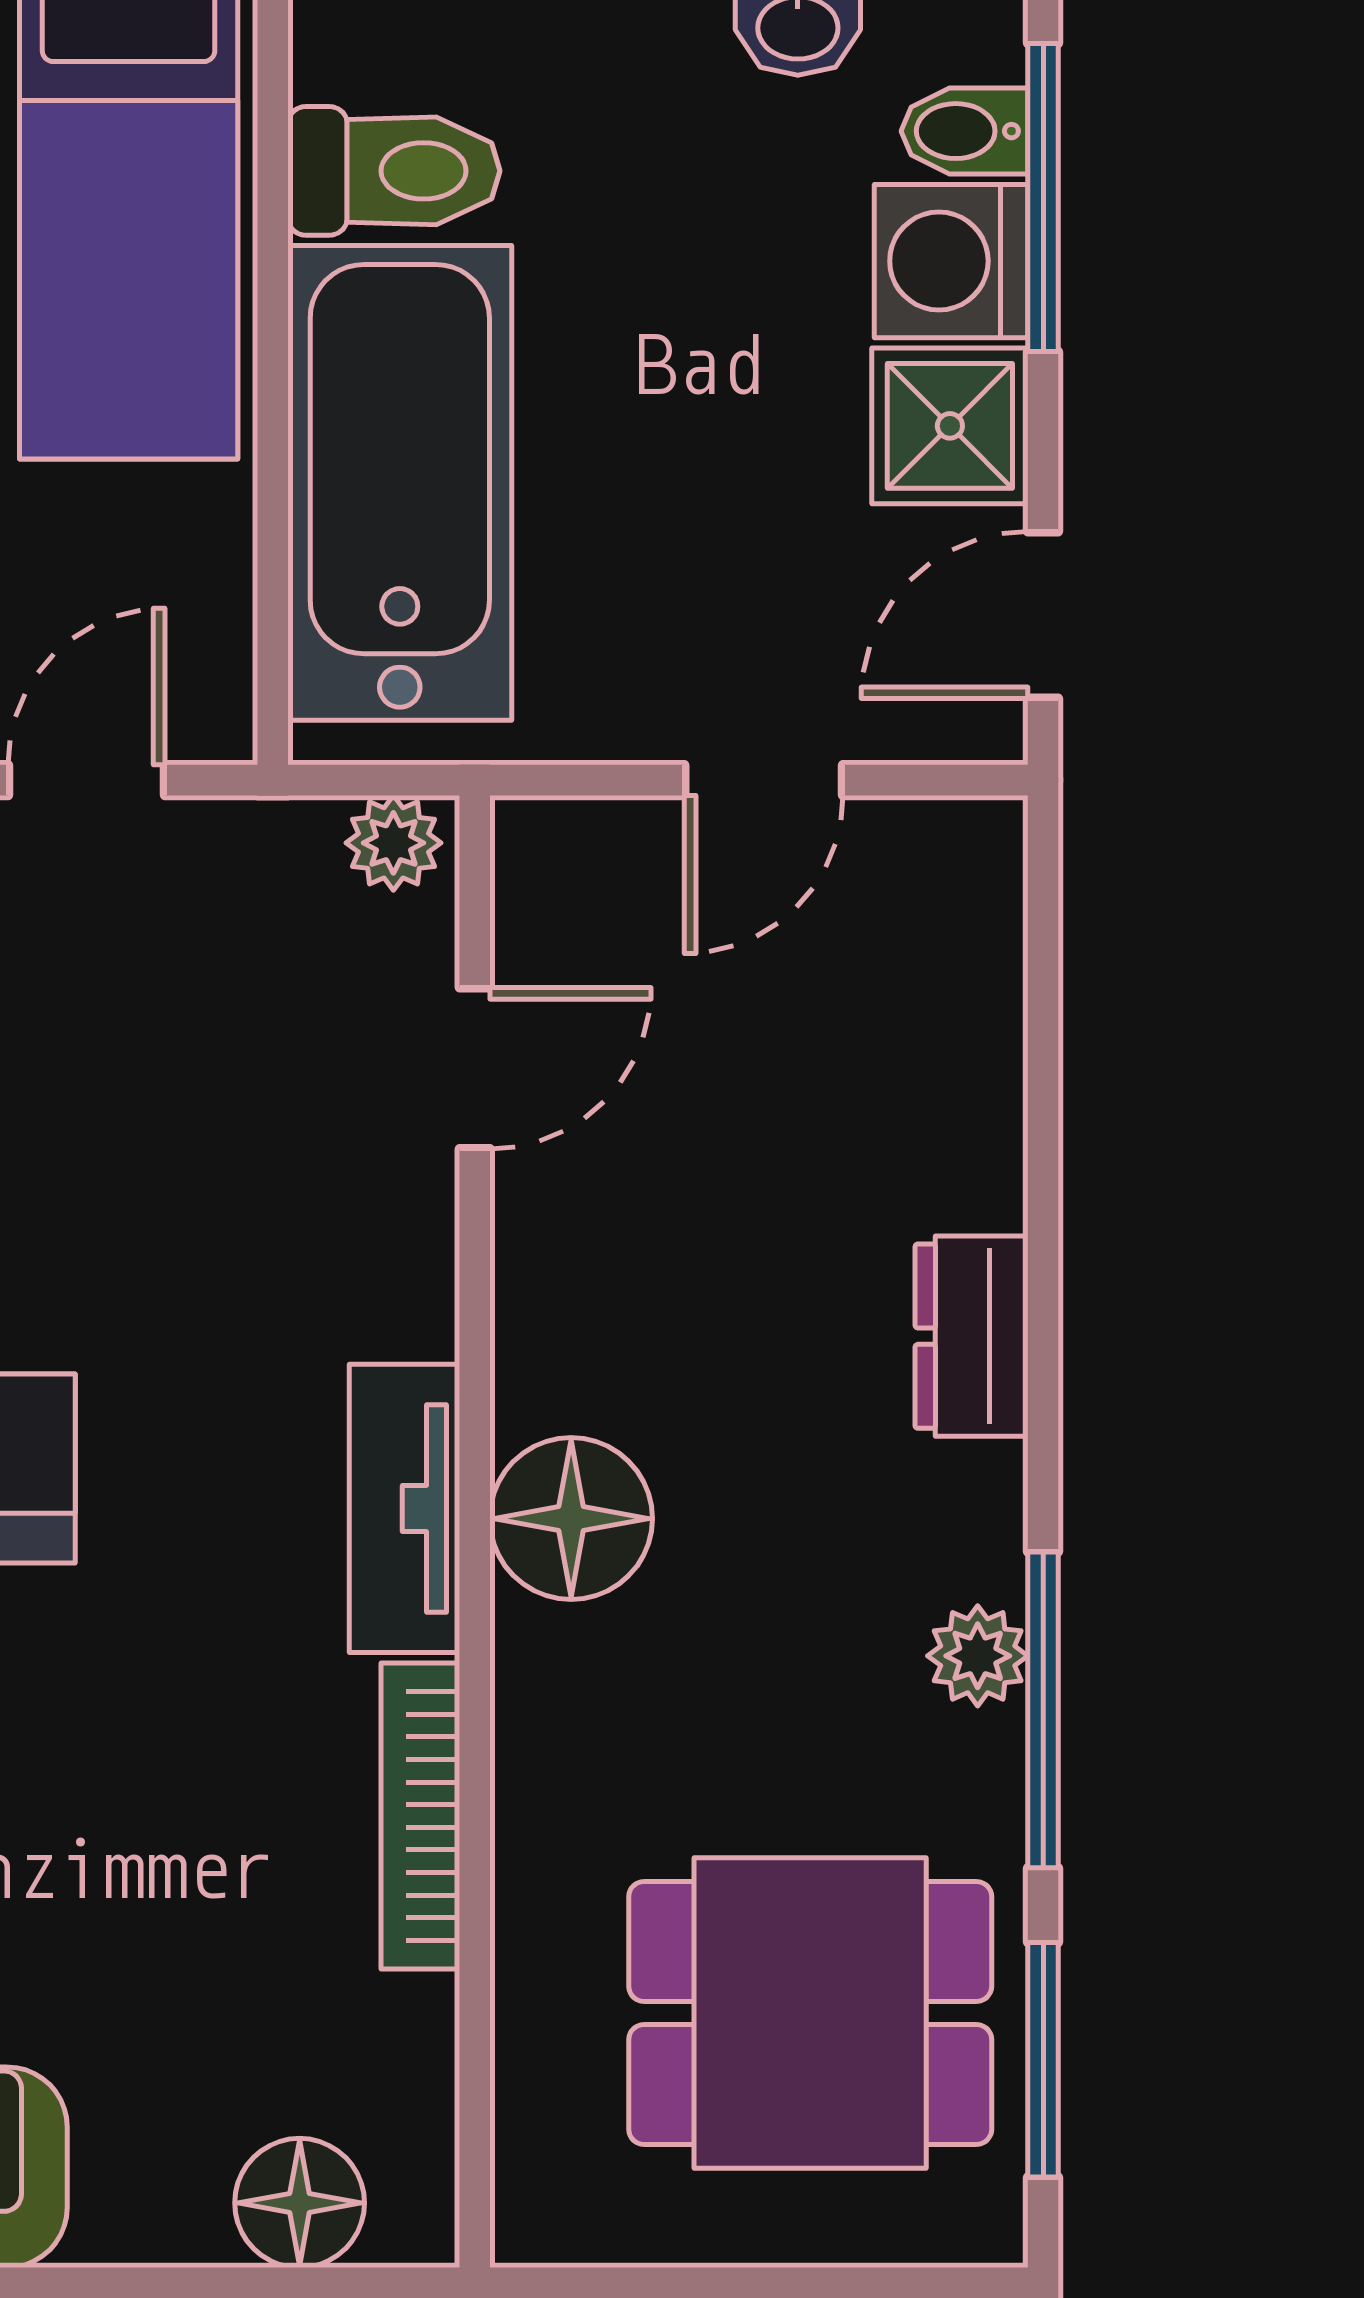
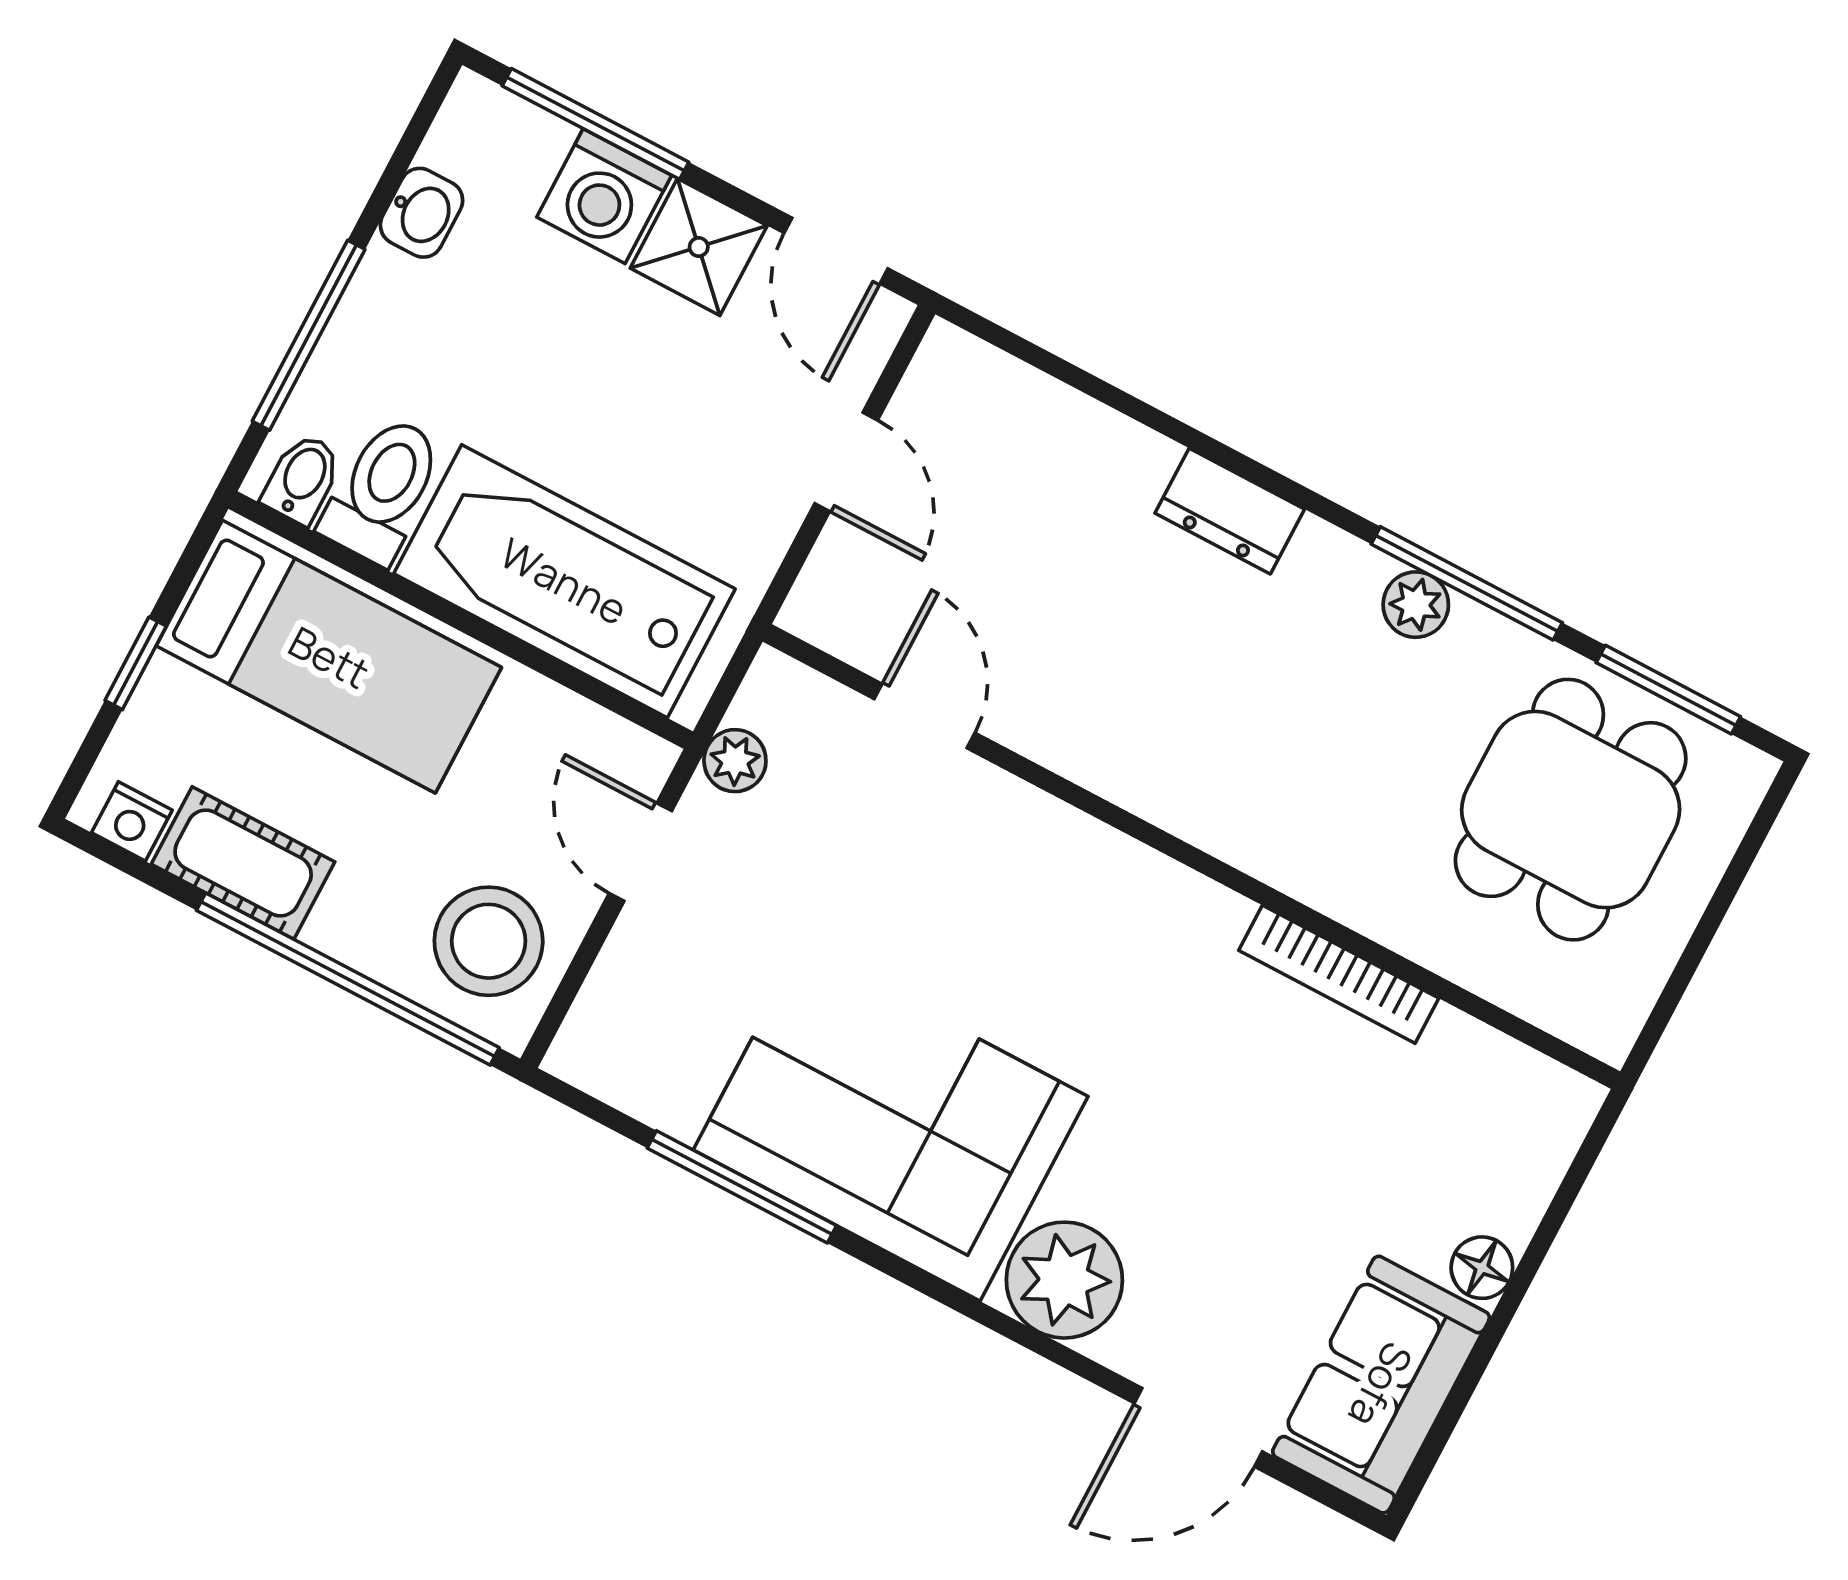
bidet: (965, 131) -> (302, 479), moved, turned 180
plant: (393, 843) -> (735, 761), moved
tv unit: (405, 1508) -> (1157, 890), removed
floor lamp: (571, 1519) -> (1213, 797), removed
floor lamp: (300, 2203) -> (1482, 1268), moved, width x0.73, depth x0.73

